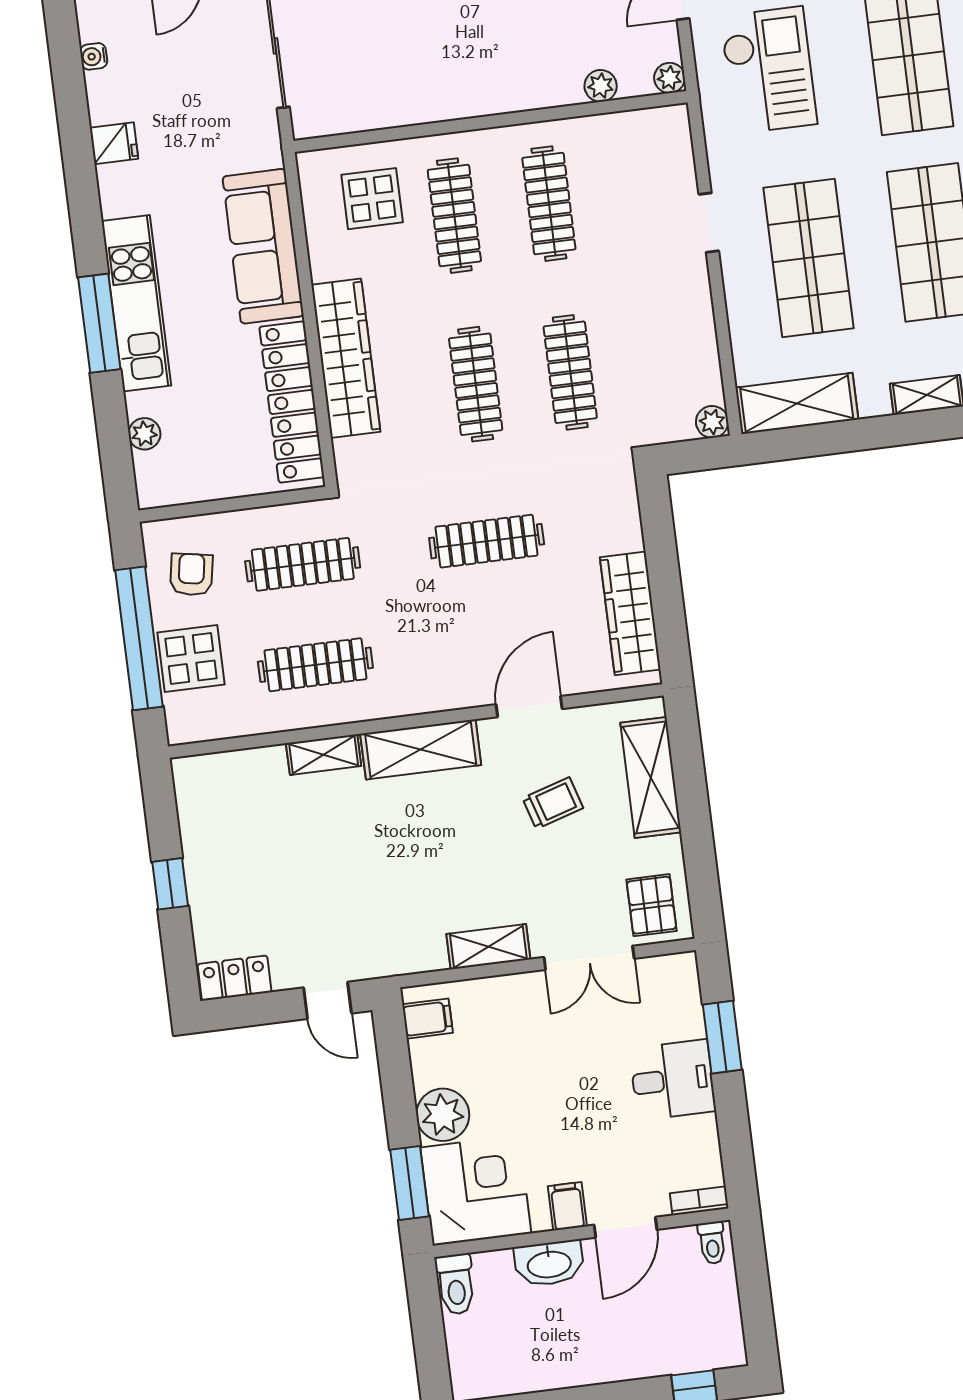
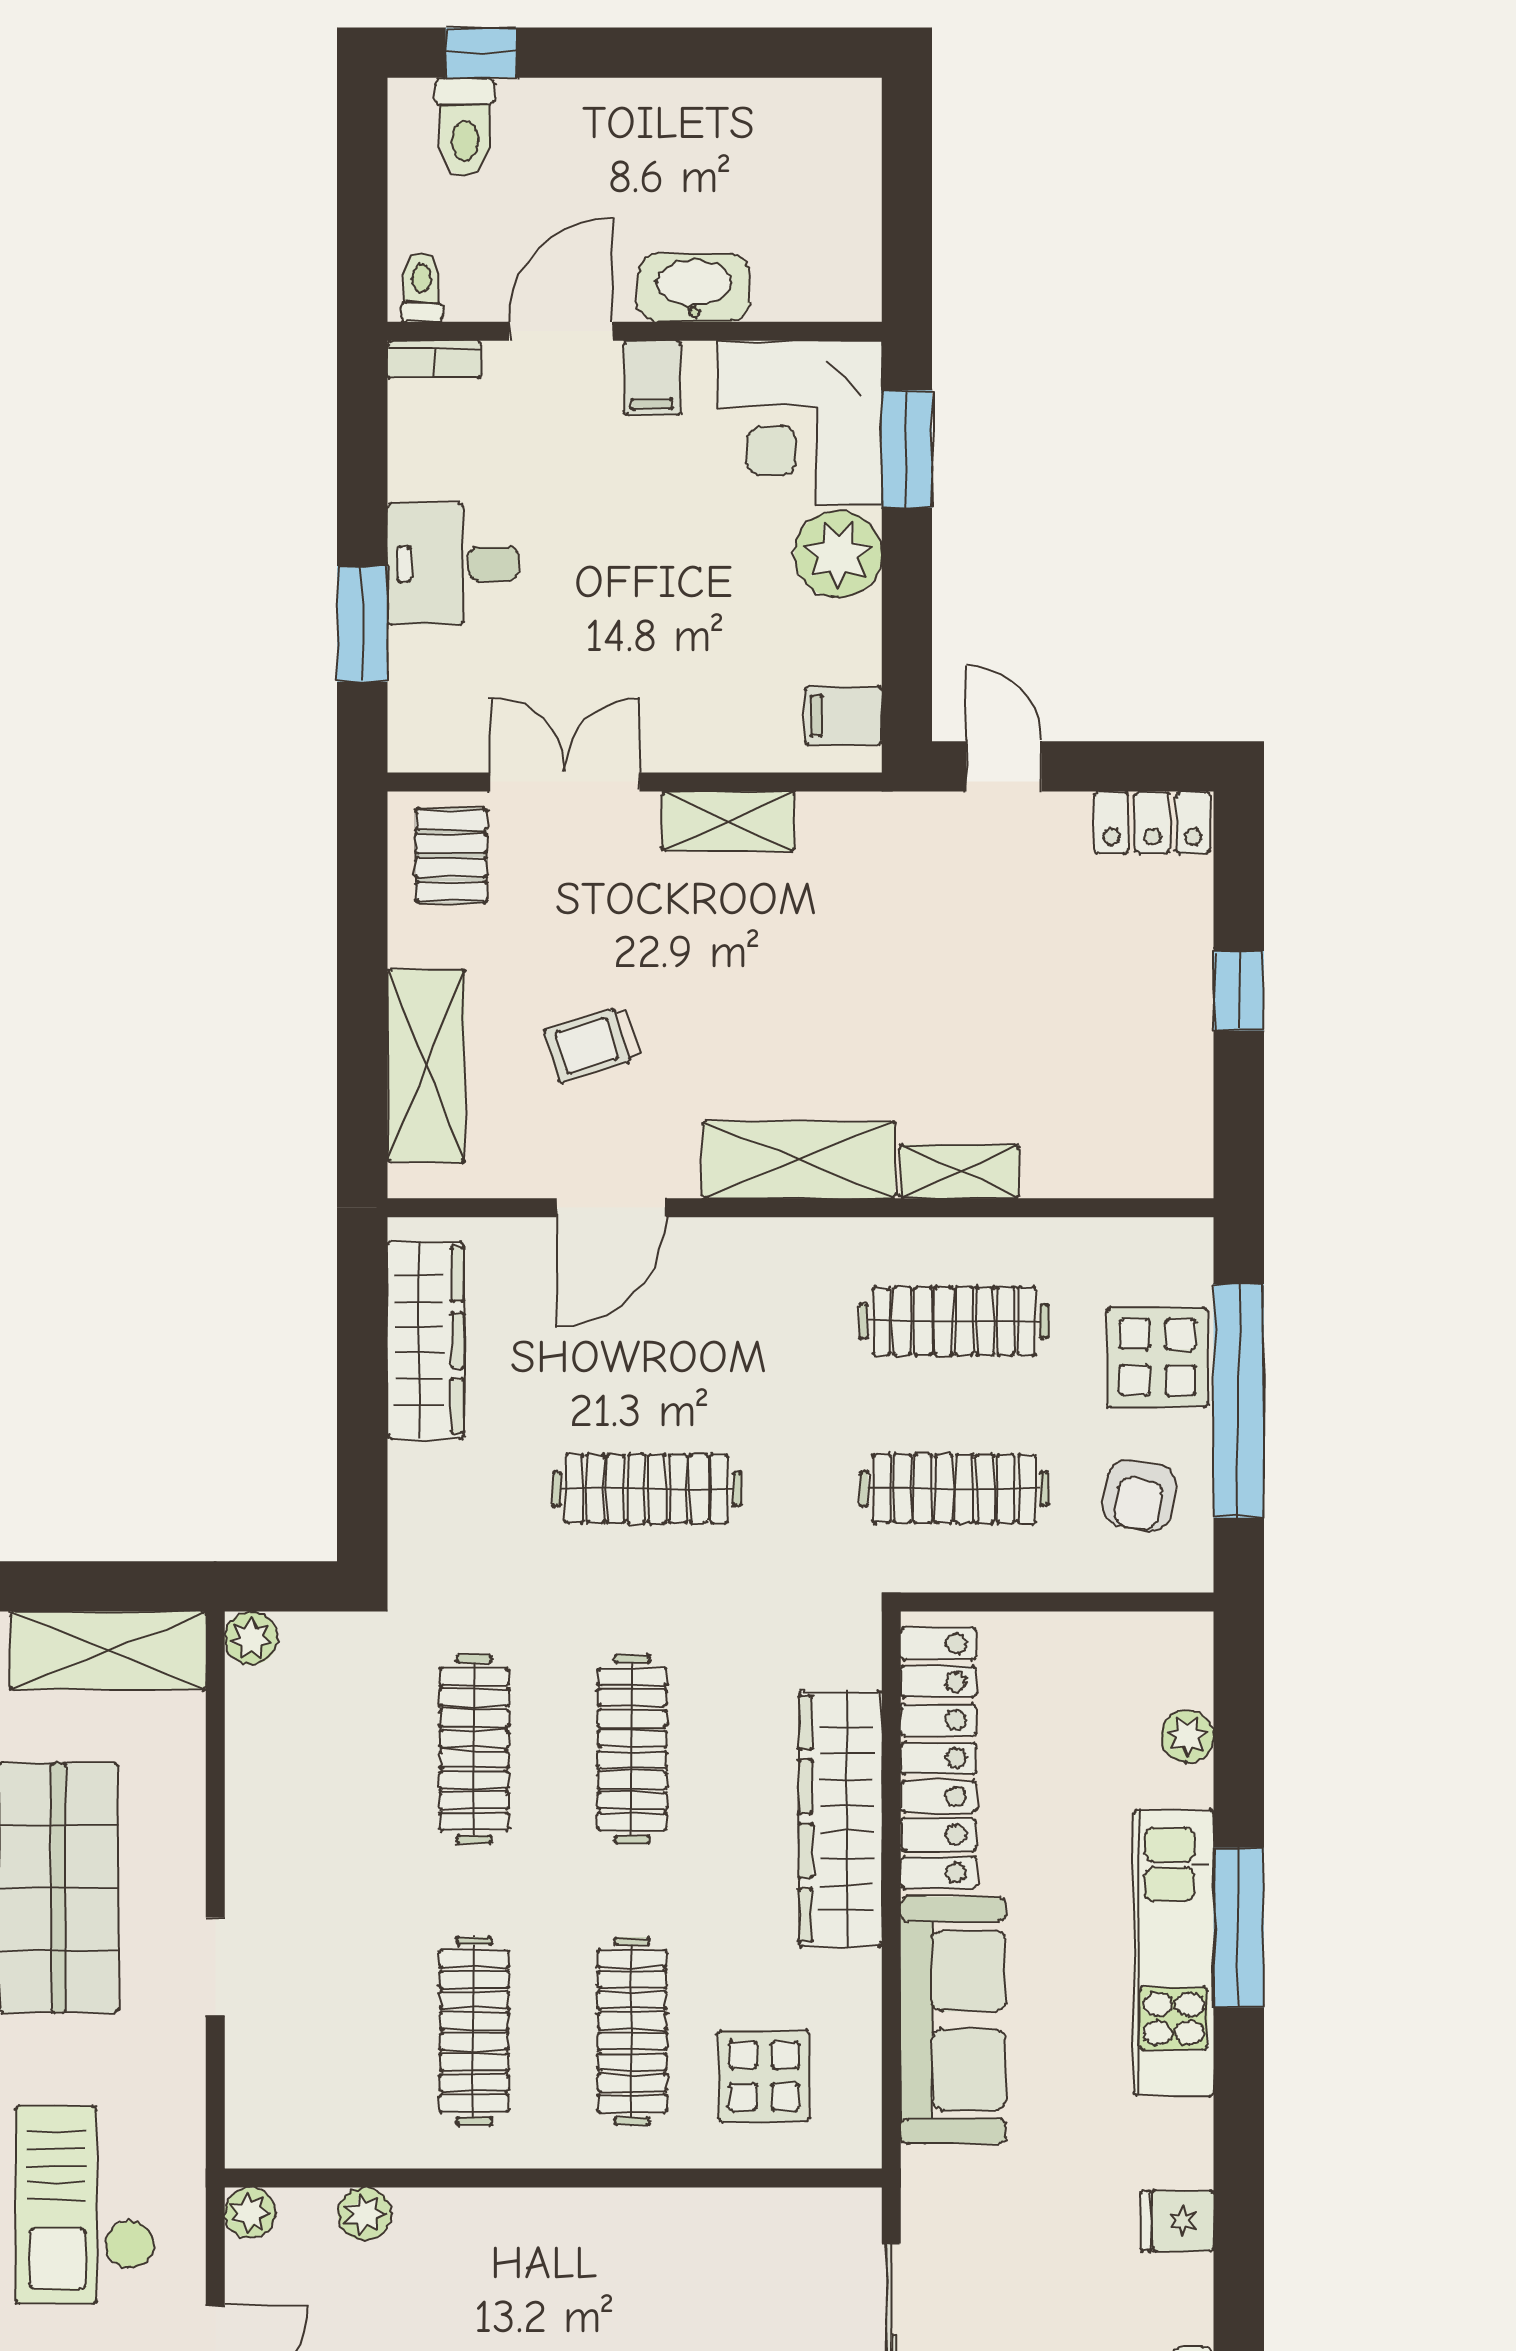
toilet: (456, 1284) -> (465, 127), moved, turned 180

